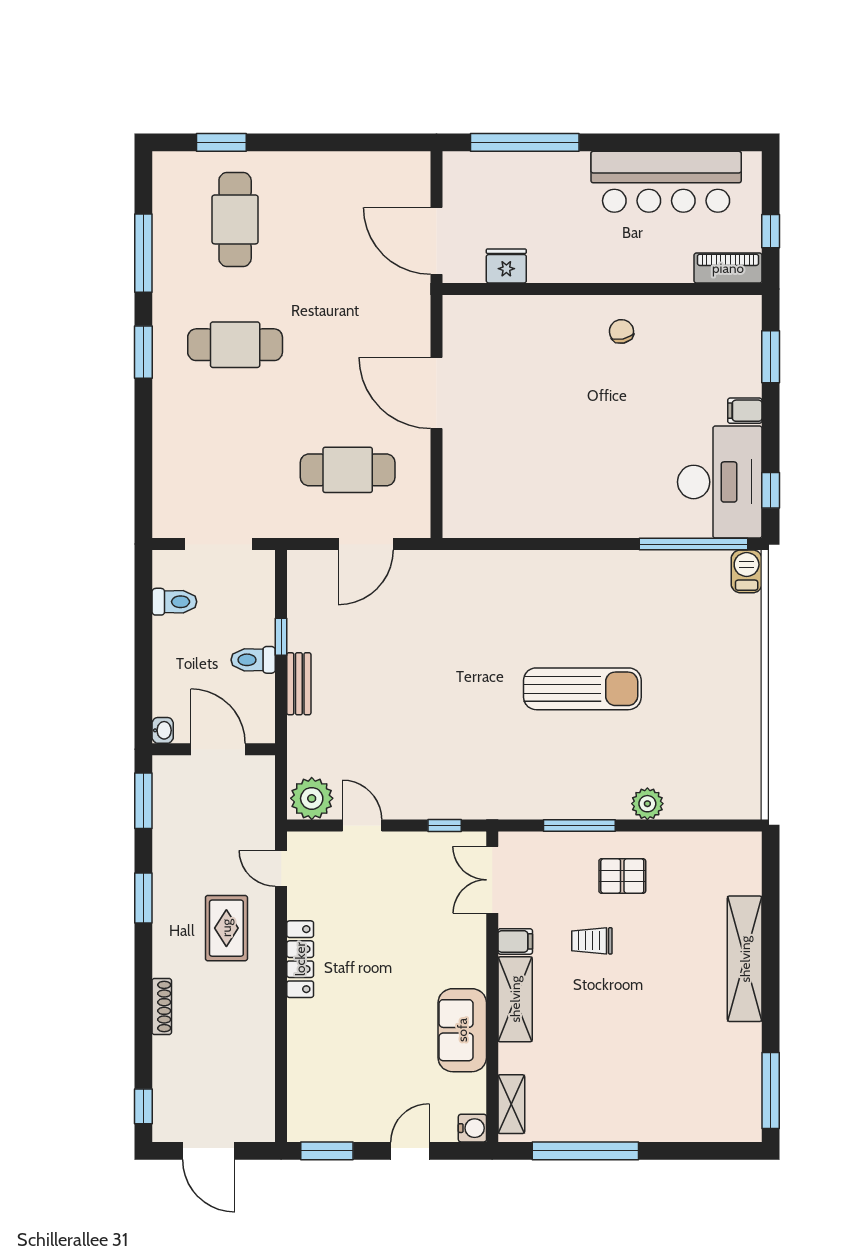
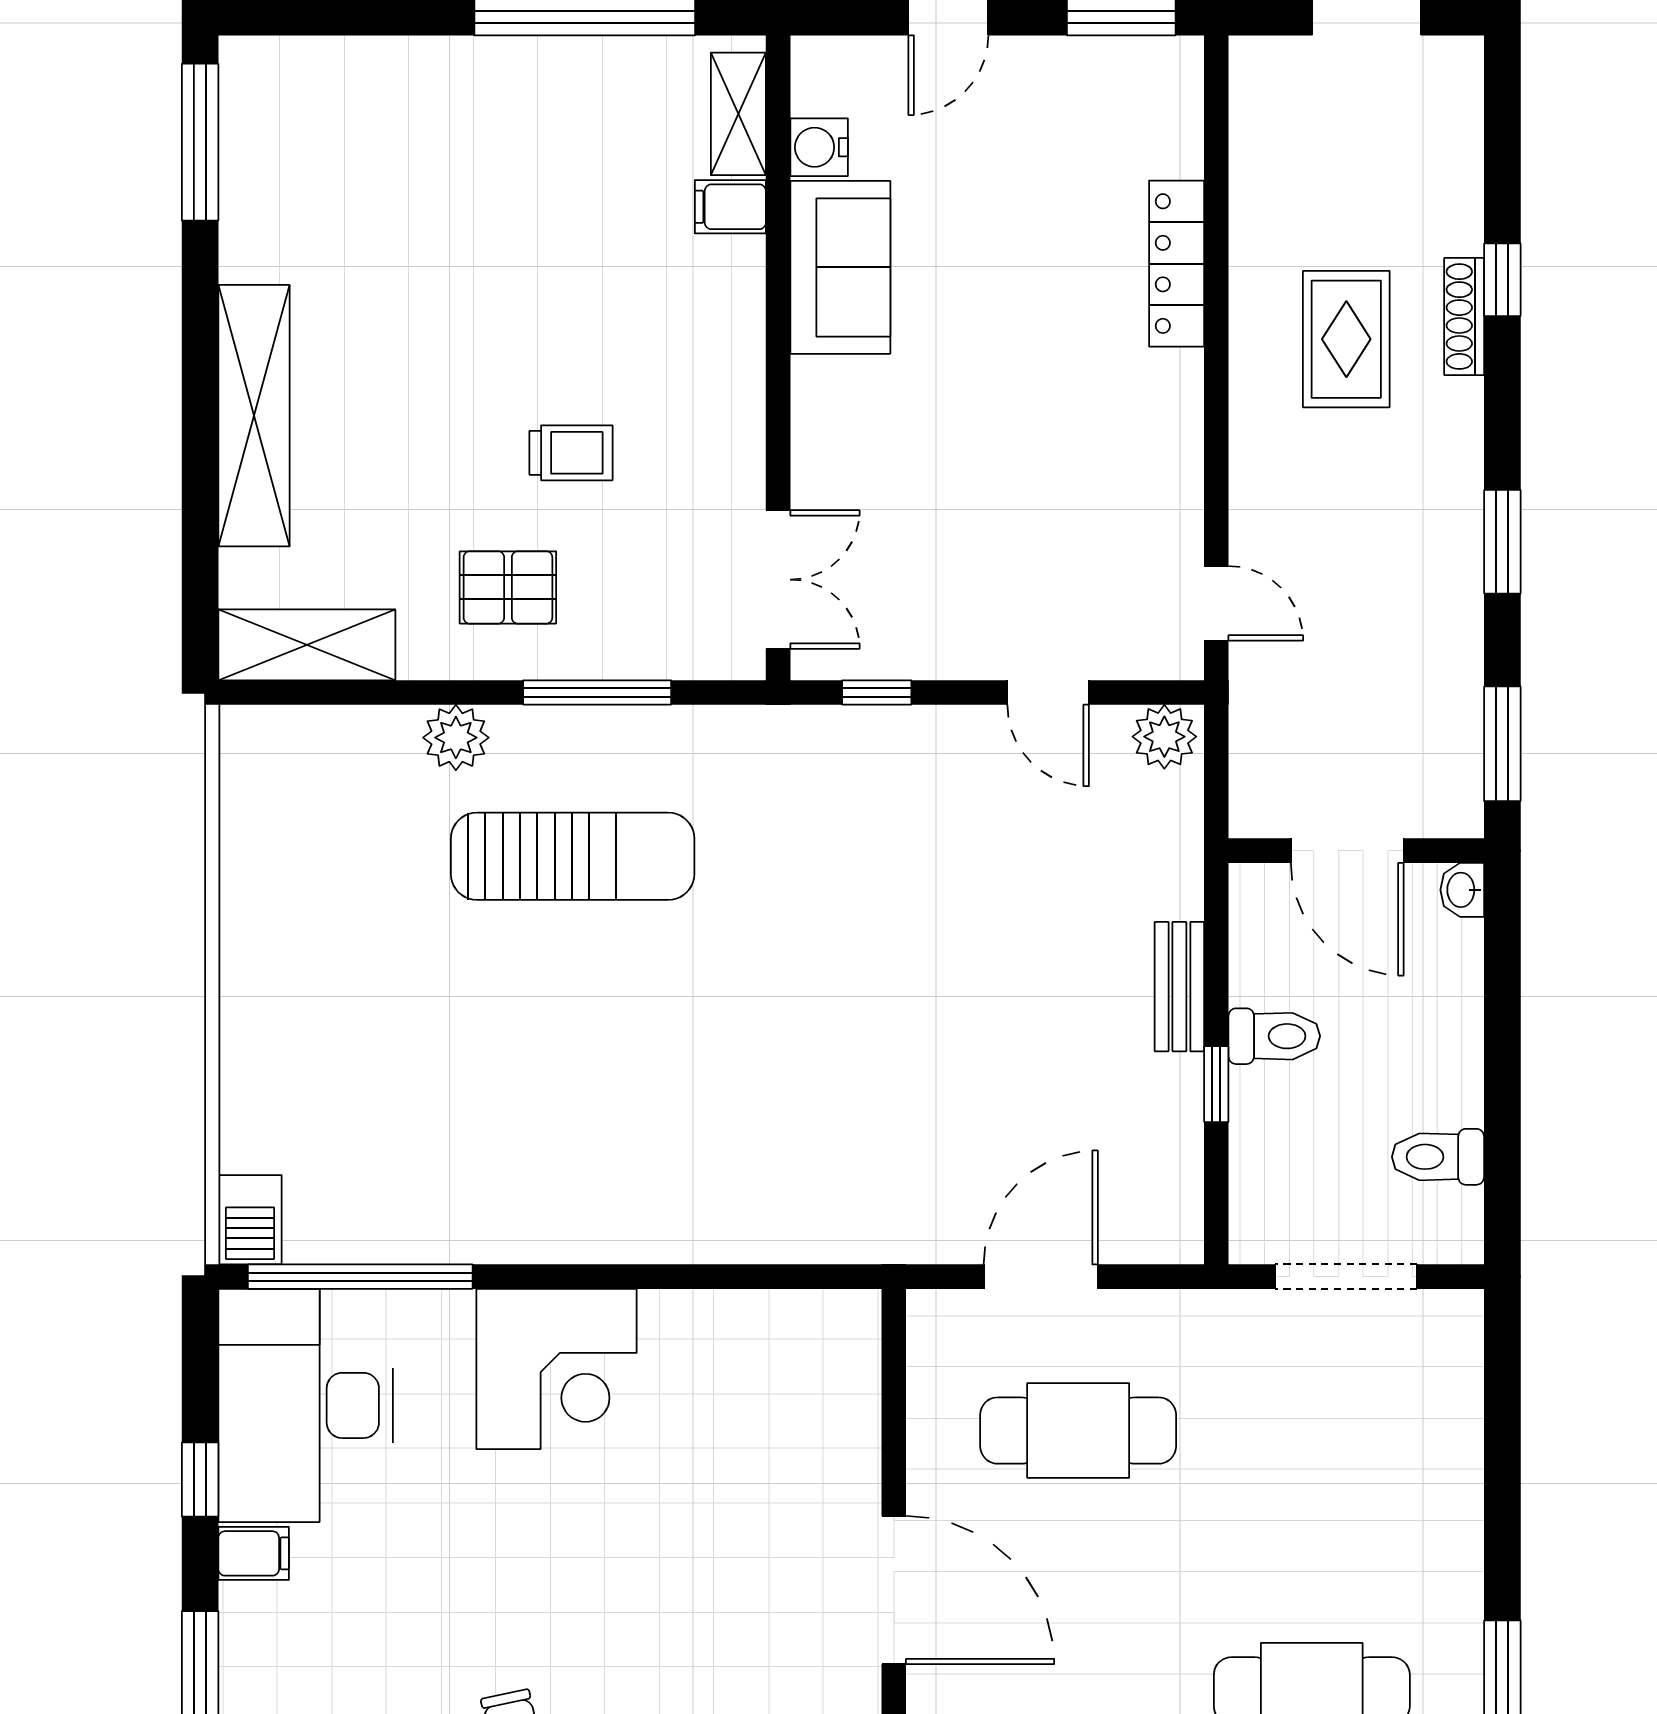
window: (771, 490) -> (200, 1480), moved
corner desk: (599, 500) -> (557, 1369), added
sun lounger: (582, 689) -> (573, 856), moved, turned 180
plant: (312, 798) -> (1164, 737), width x0.73, depth x0.73
rug: (226, 928) -> (1346, 339), moved
filing cabinet: (515, 941) -> (730, 207), moved
locker: (300, 959) -> (1177, 264), moved
shelving: (515, 999) -> (307, 645), moved, turned 90
window: (143, 1106) -> (1502, 280), moved
water cooler: (472, 1128) -> (819, 147), moved

